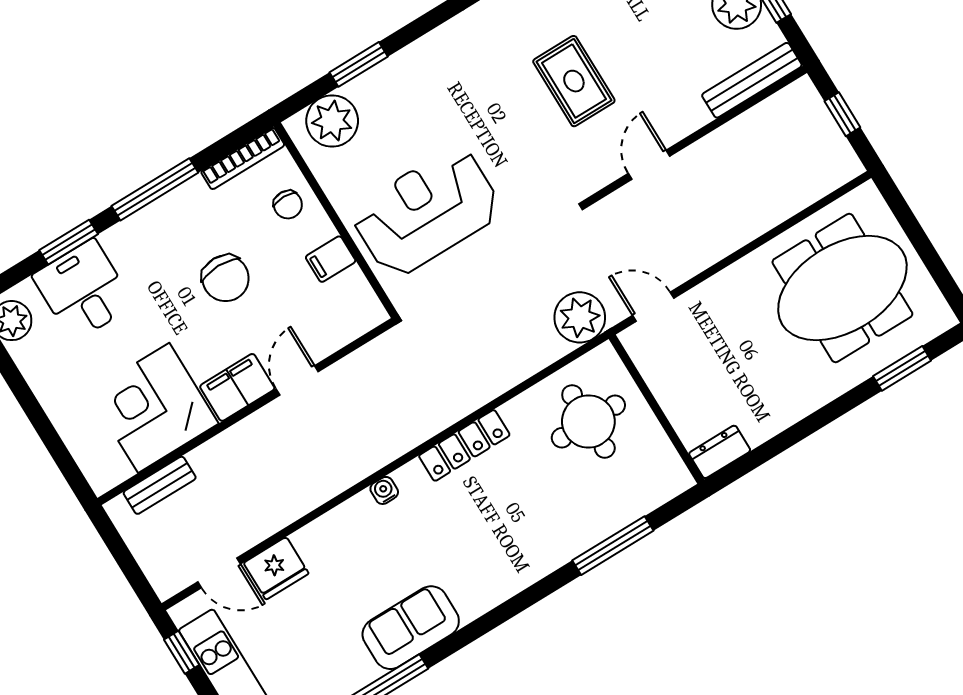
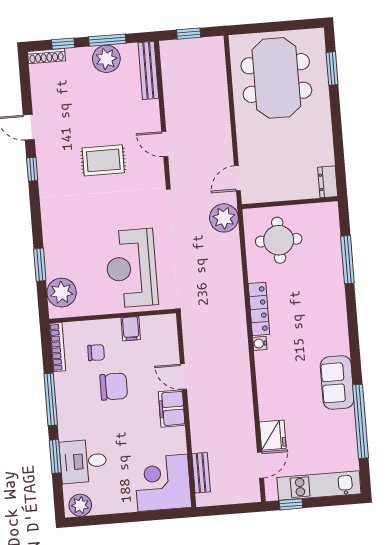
chair: (288, 205) -> (96, 353), moved
corner desk: (154, 408) -> (163, 483), moved, turned 90
water cooler: (384, 490) -> (260, 343), moved

